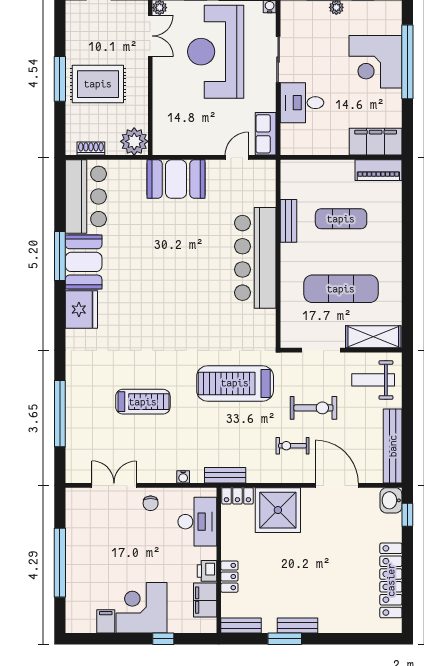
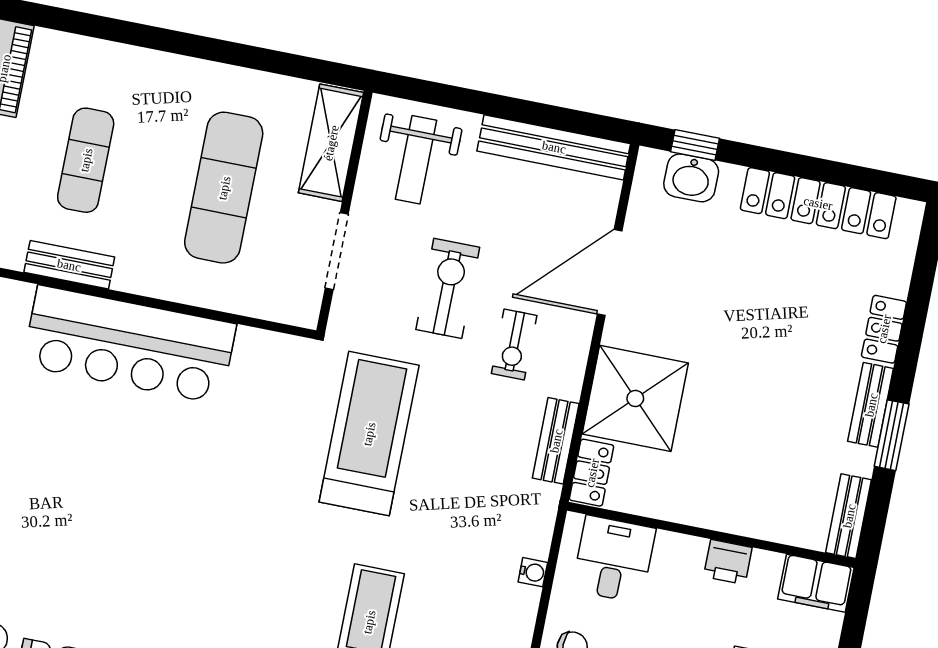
treadmill: (235, 383) -> (369, 434), turned 180
bench: (225, 475) -> (556, 441), moved
washbasin: (391, 500) -> (691, 178), moved
desk: (197, 522) -> (614, 559), width x0.73
locker: (229, 577) -> (884, 329), moved, turned -90
filing cabinet: (205, 600) -> (816, 583), moved

